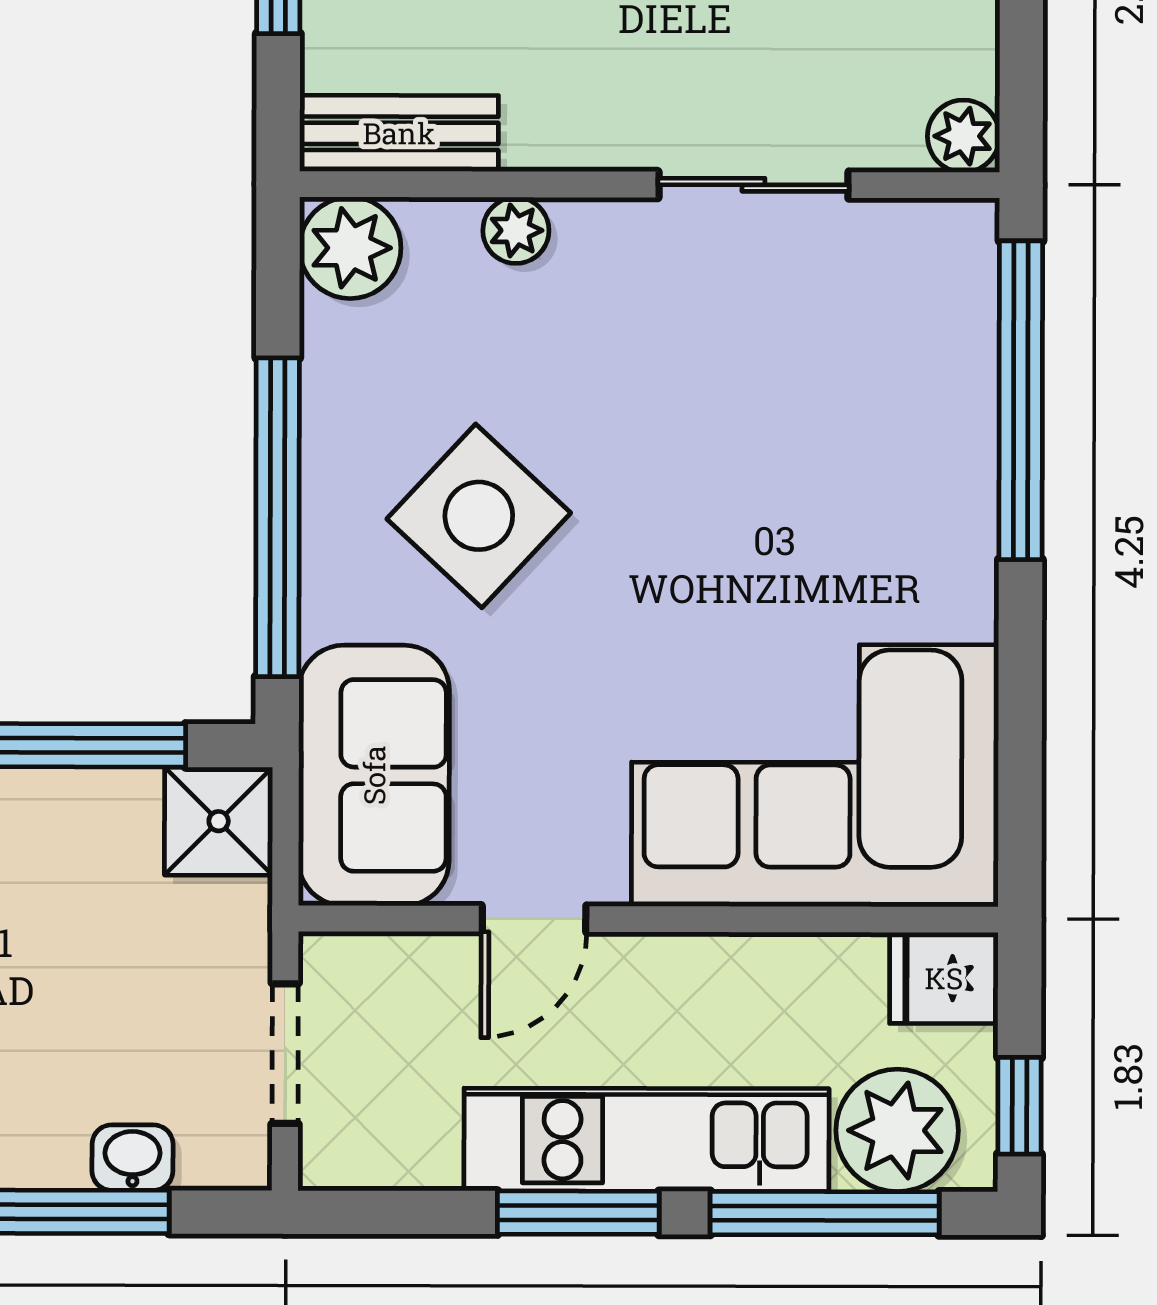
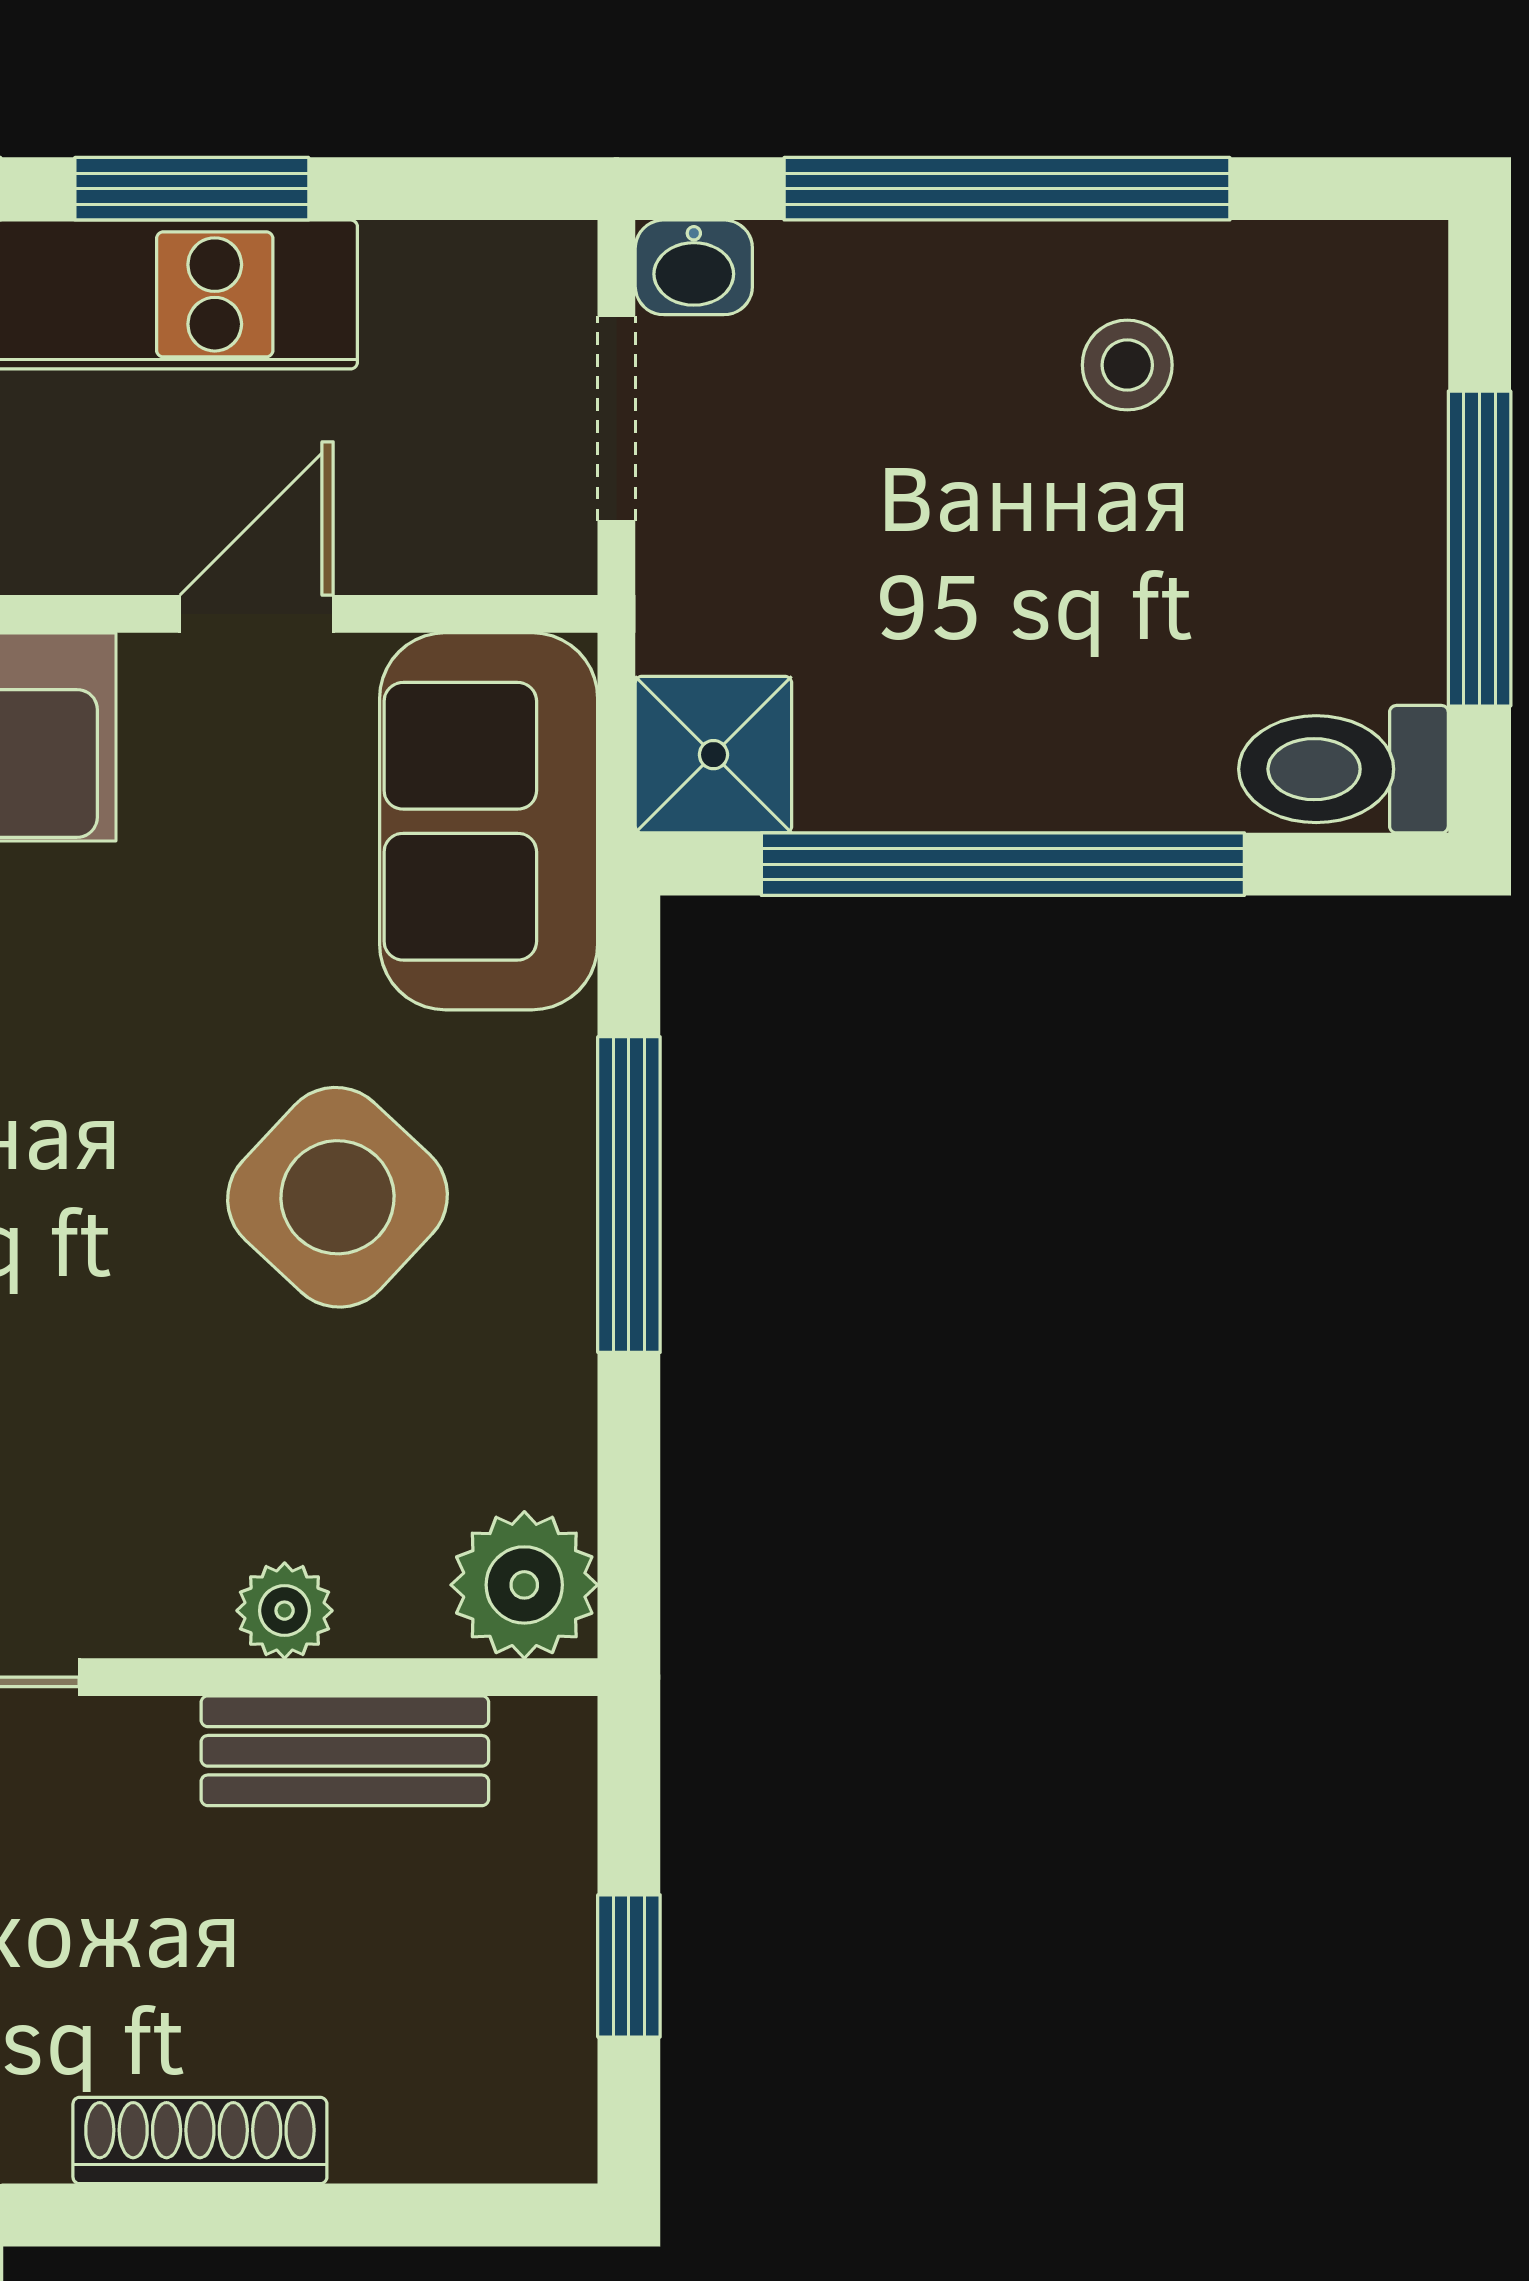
bench: (399, 133) -> (345, 1751), moved
window: (277, 517) -> (629, 1195), width x0.68
washbasin: (133, 1158) -> (694, 267), moved

